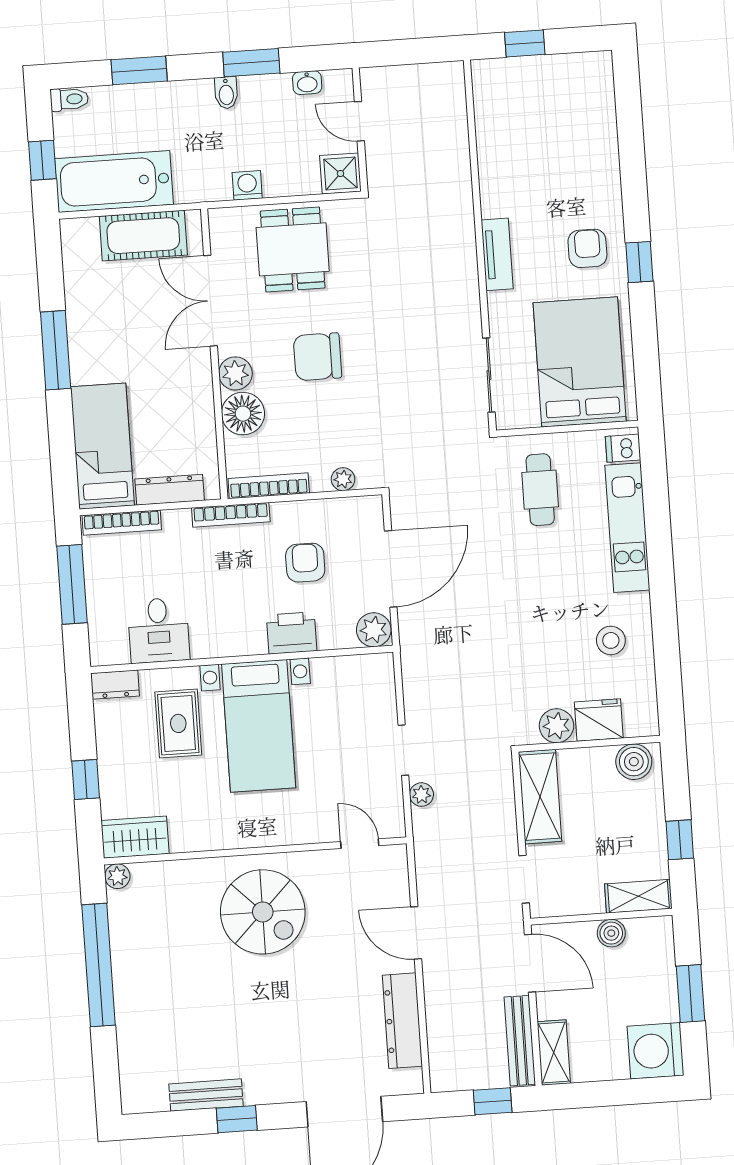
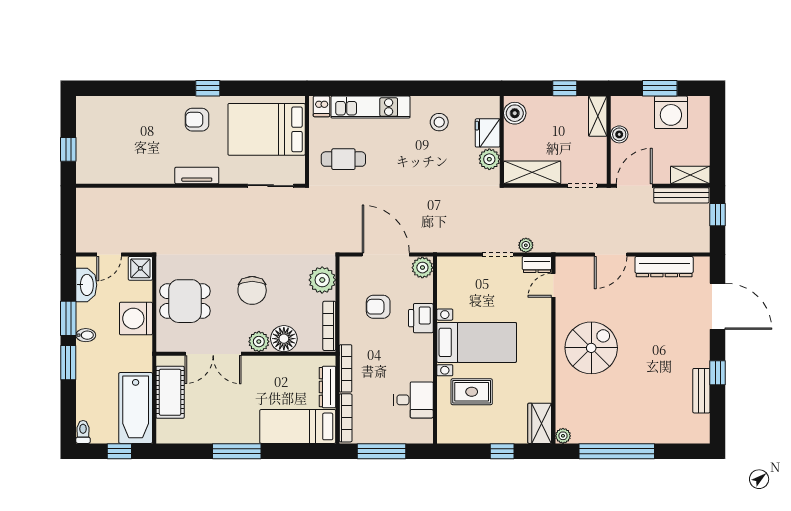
window: (139, 70) -> (68, 363), moved
washbasin: (307, 83) -> (86, 285), width x1.91, depth x1.45
washing machine: (247, 185) -> (136, 319), width x1.89, depth x1.89
plant: (343, 479) -> (322, 280), width x1.87, depth x1.87
bookcase: (231, 515) -> (346, 368), moved
dresser: (115, 685) -> (537, 265), moved, turned 90
washing machine: (655, 1051) -> (671, 112), moved

